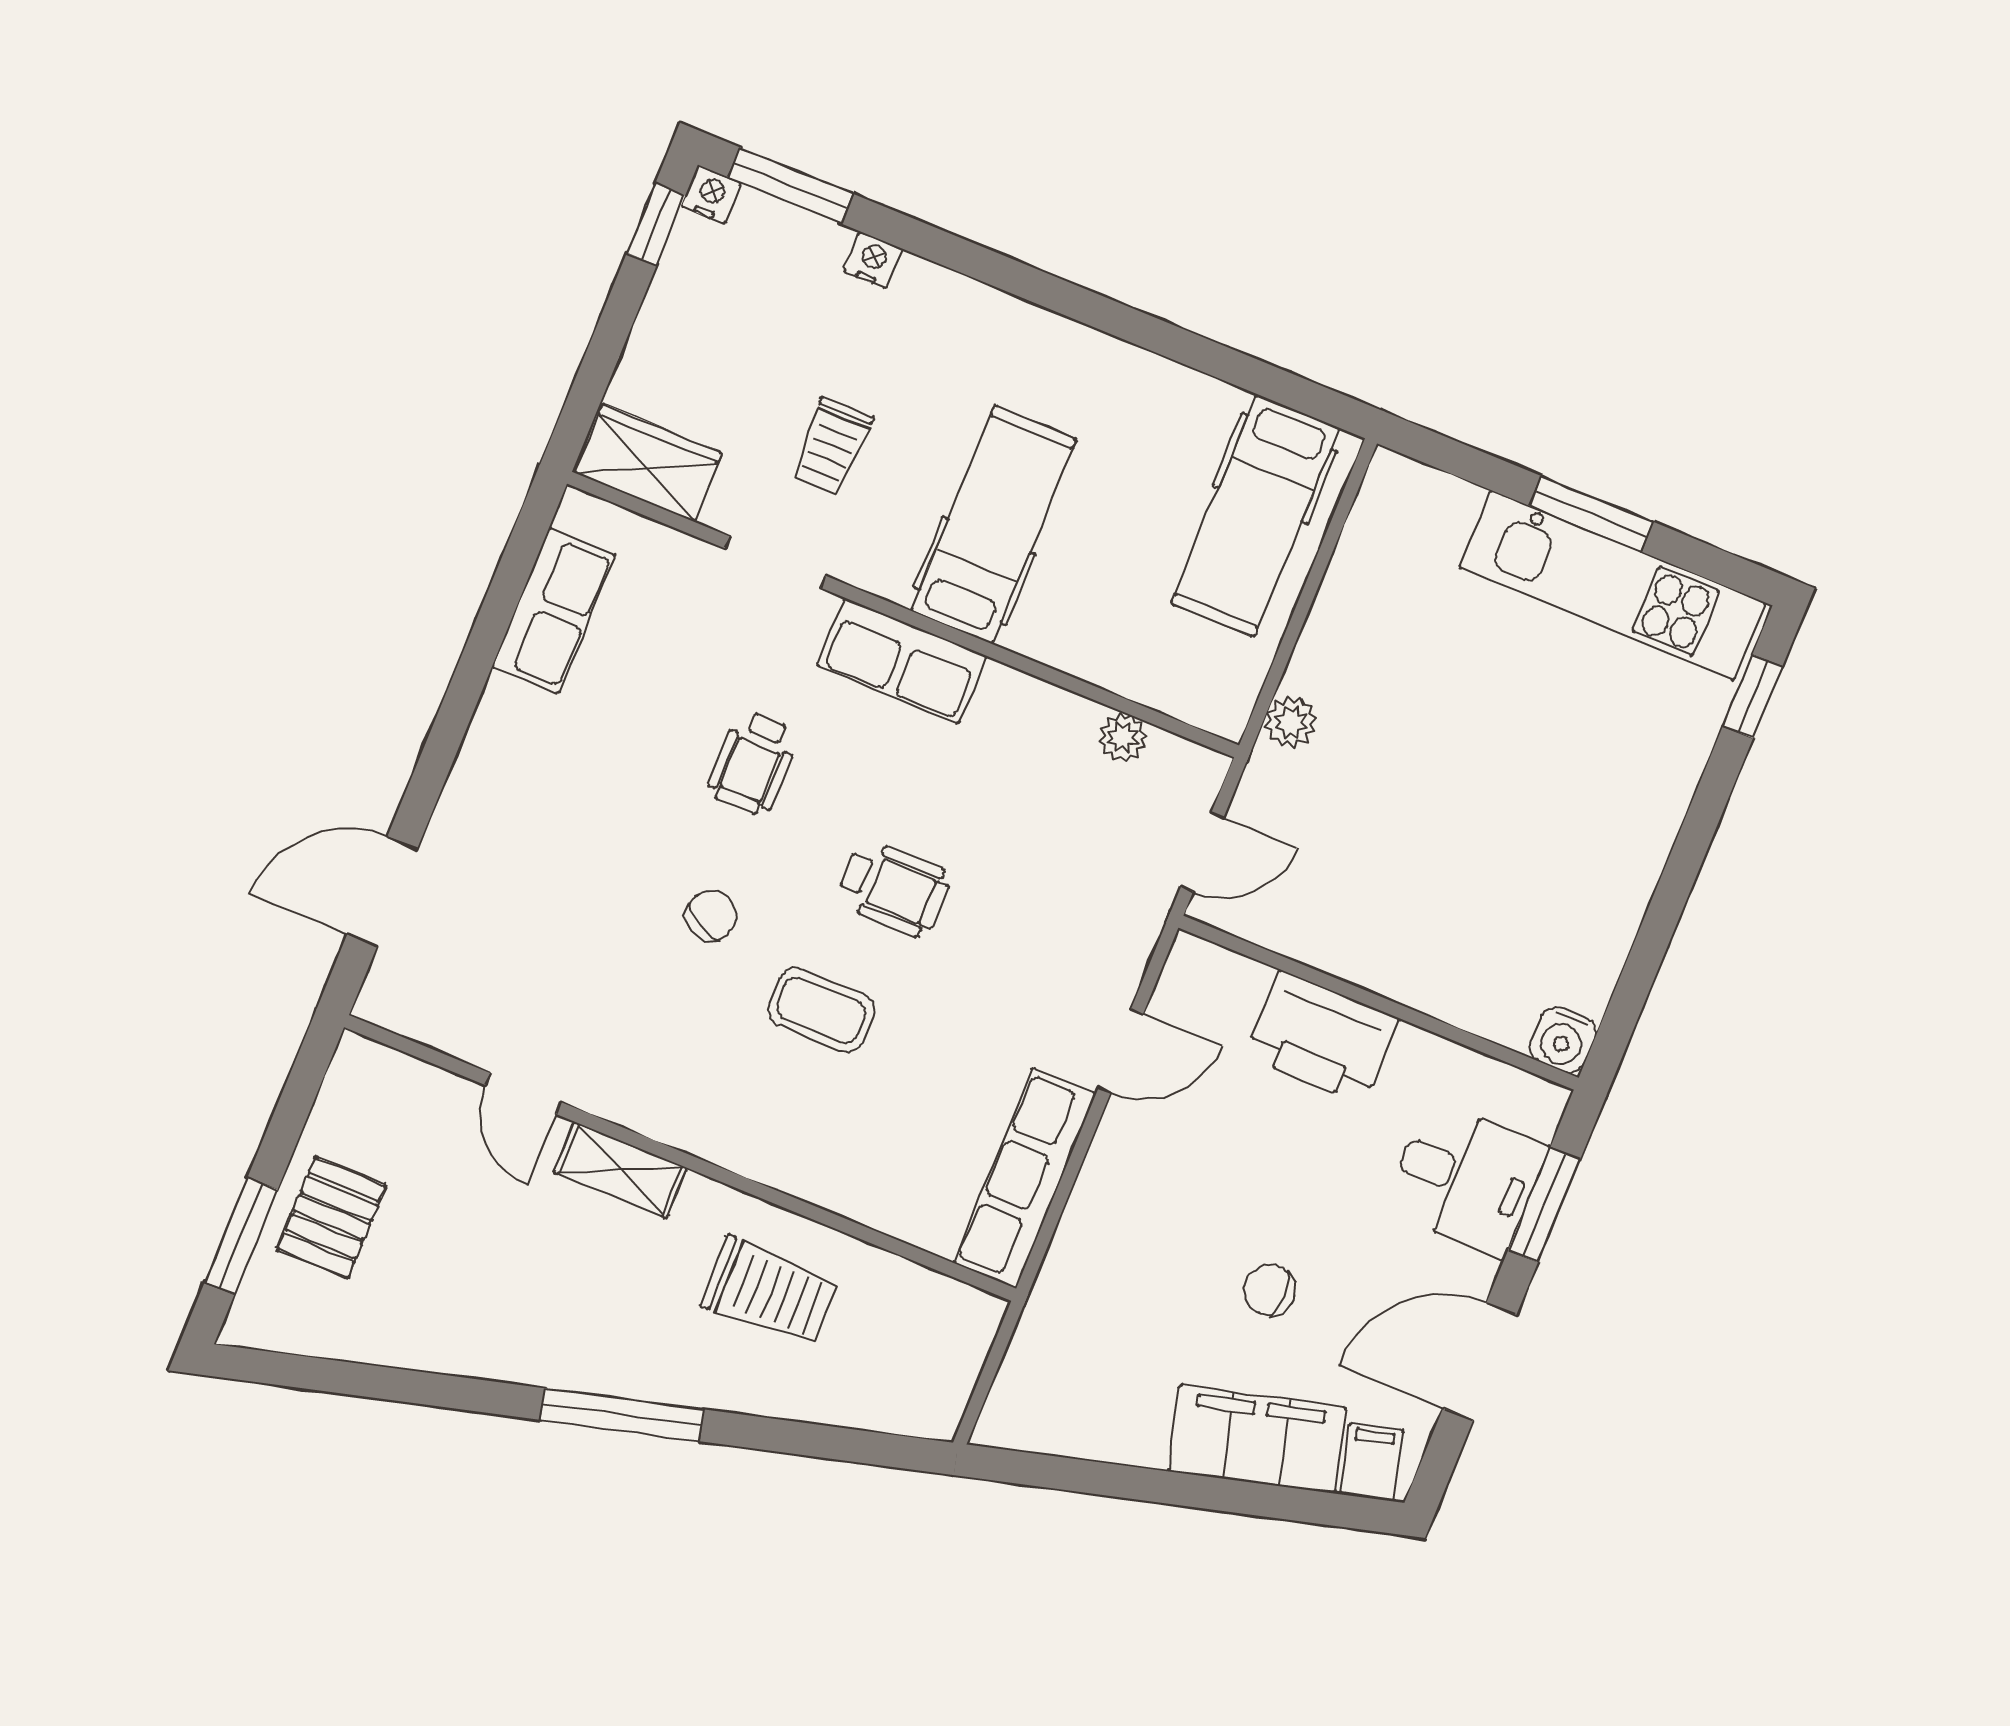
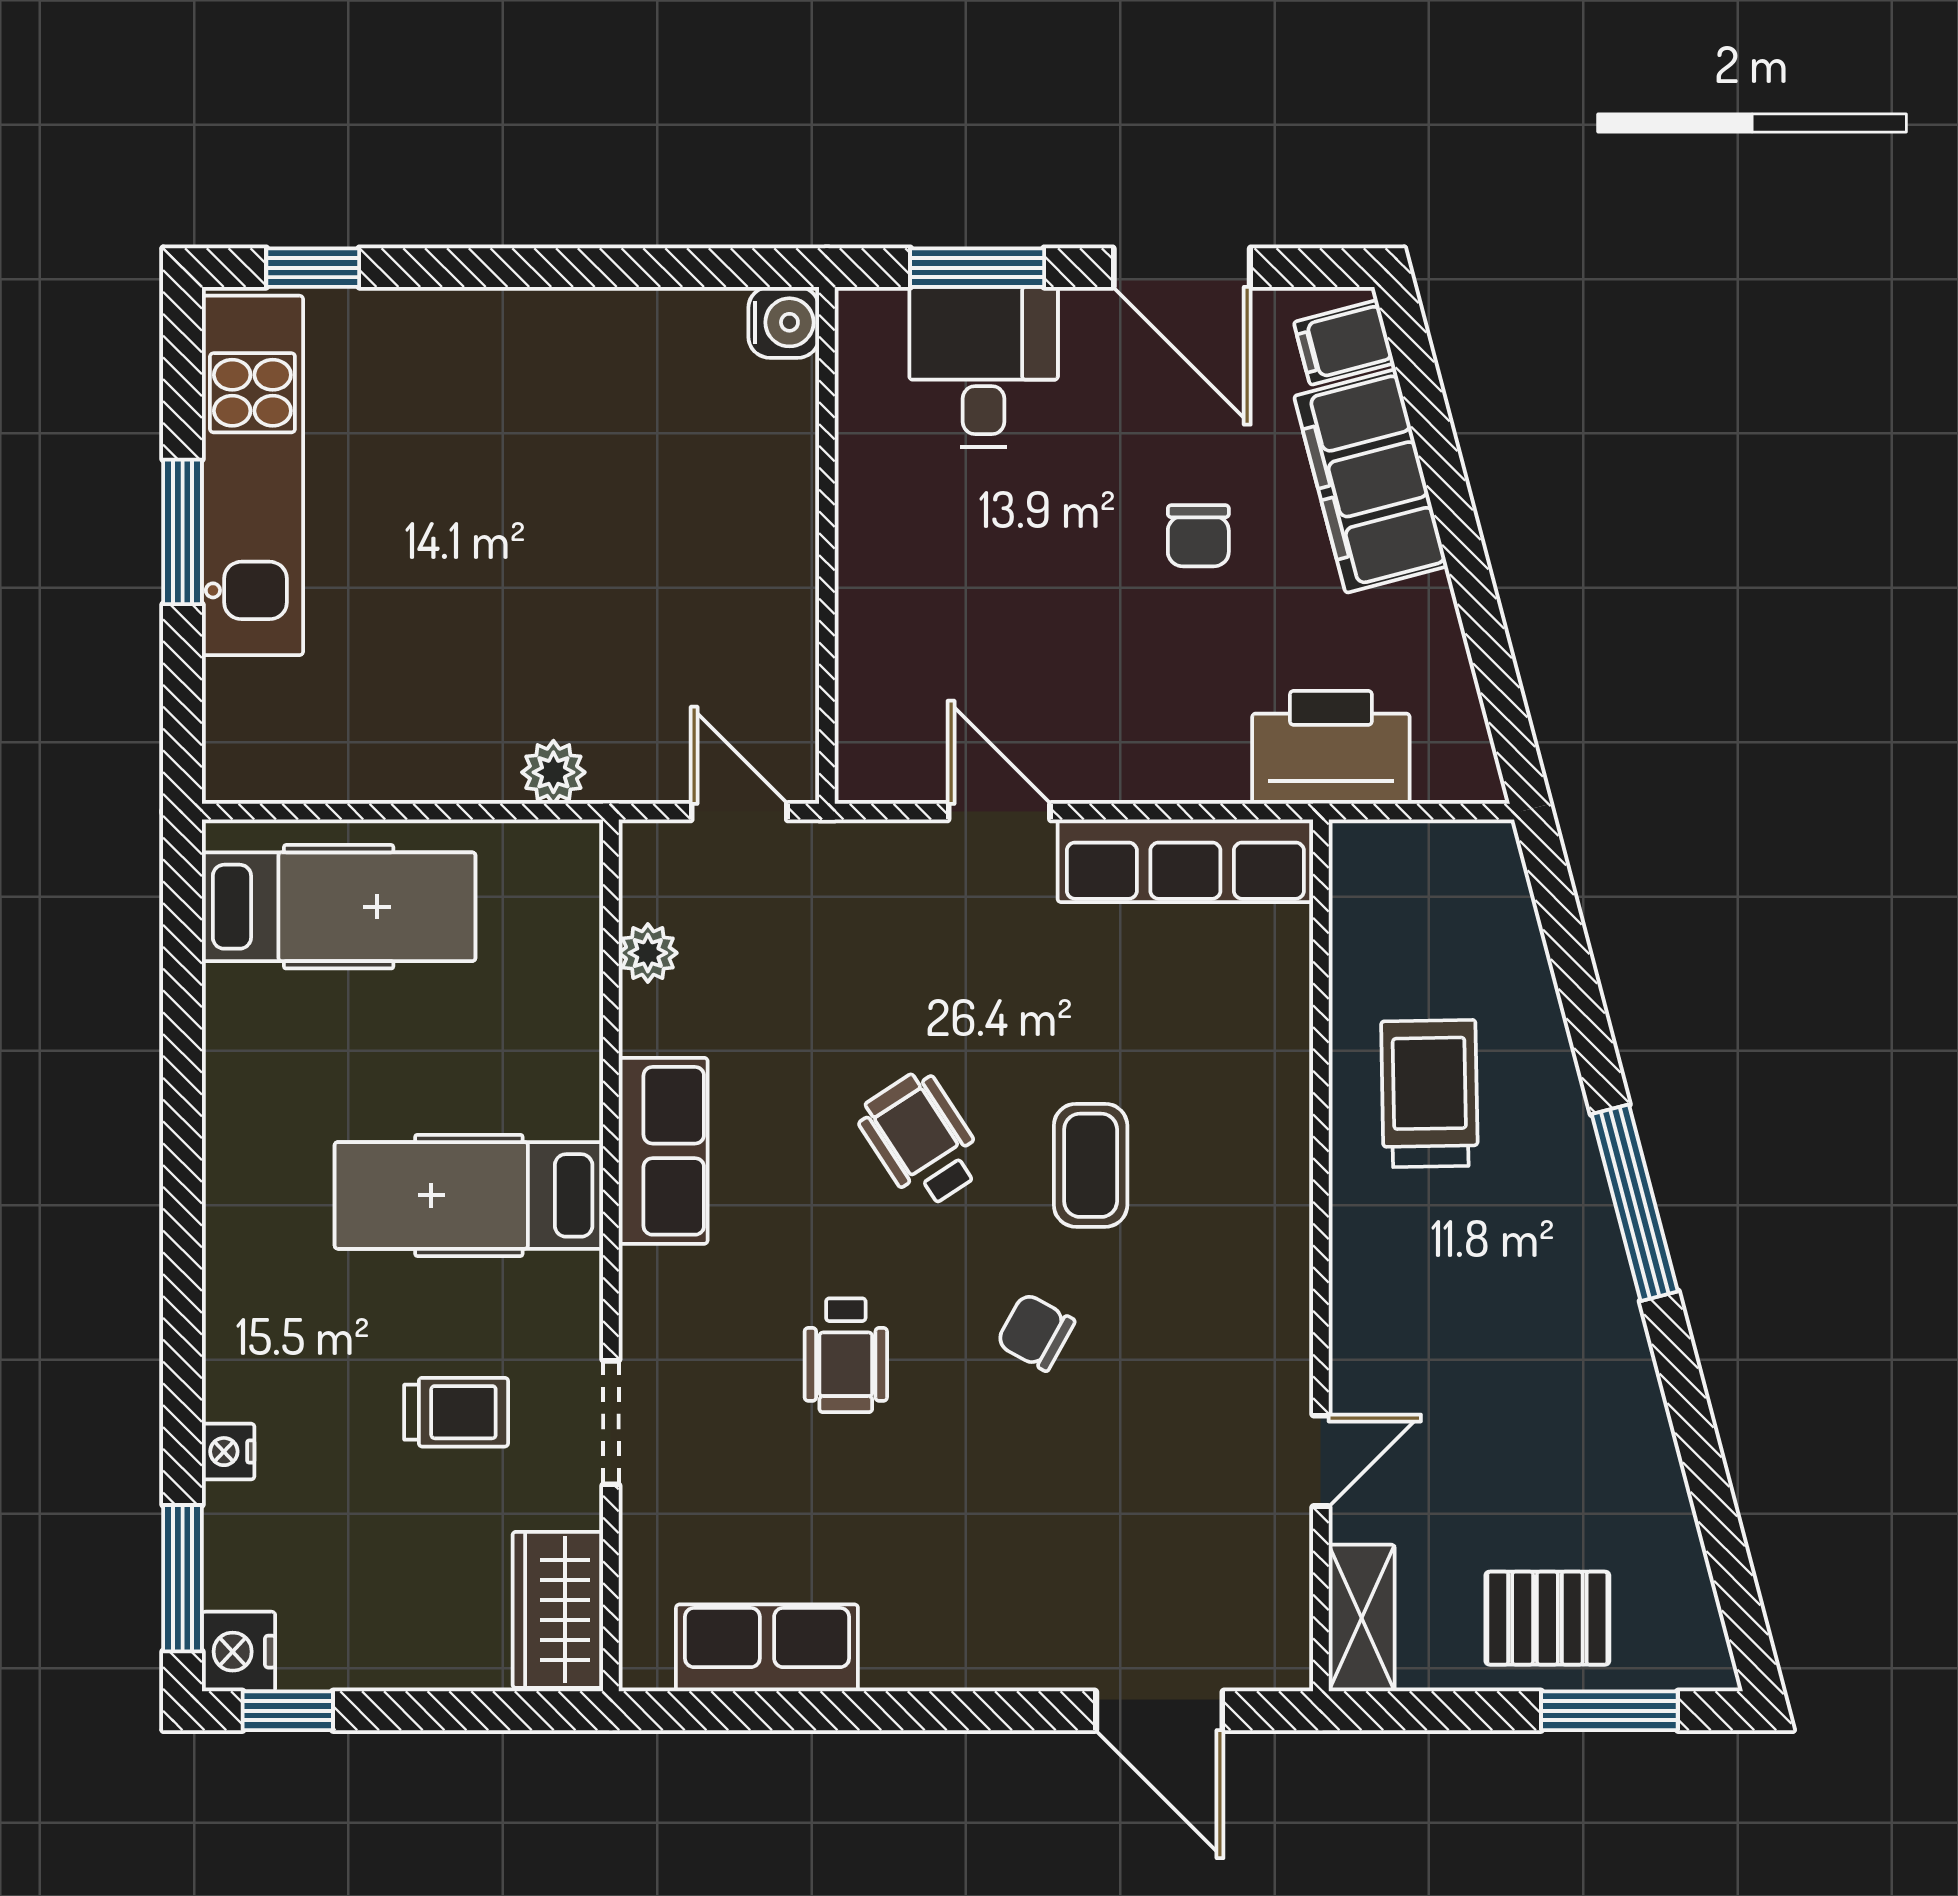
nightstand: (711, 194) -> (238, 1652), width x1.39, depth x1.35
row of seats: (902, 661) -> (663, 1151), moved
wheelchair: (753, 763) -> (846, 1355), turned 90
wheelchair: (894, 888) -> (921, 1140), turned -33
printer: (1322, 1037) -> (1331, 747), moved, turned -90
shelving: (620, 1170) -> (1362, 1618), moved

